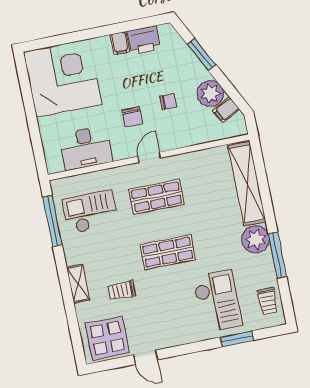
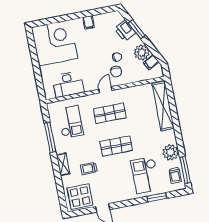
printer: (144, 40) -> (125, 31), moved, turned 63
chair: (132, 117) -> (116, 72), moved
checkout: (90, 212) -> (71, 122), turned 90
window: (52, 221) -> (50, 137), moved
plant: (256, 239) -> (171, 152), moved
window: (277, 255) -> (185, 170), moved
checkout: (217, 301) -> (145, 175), turned 180

